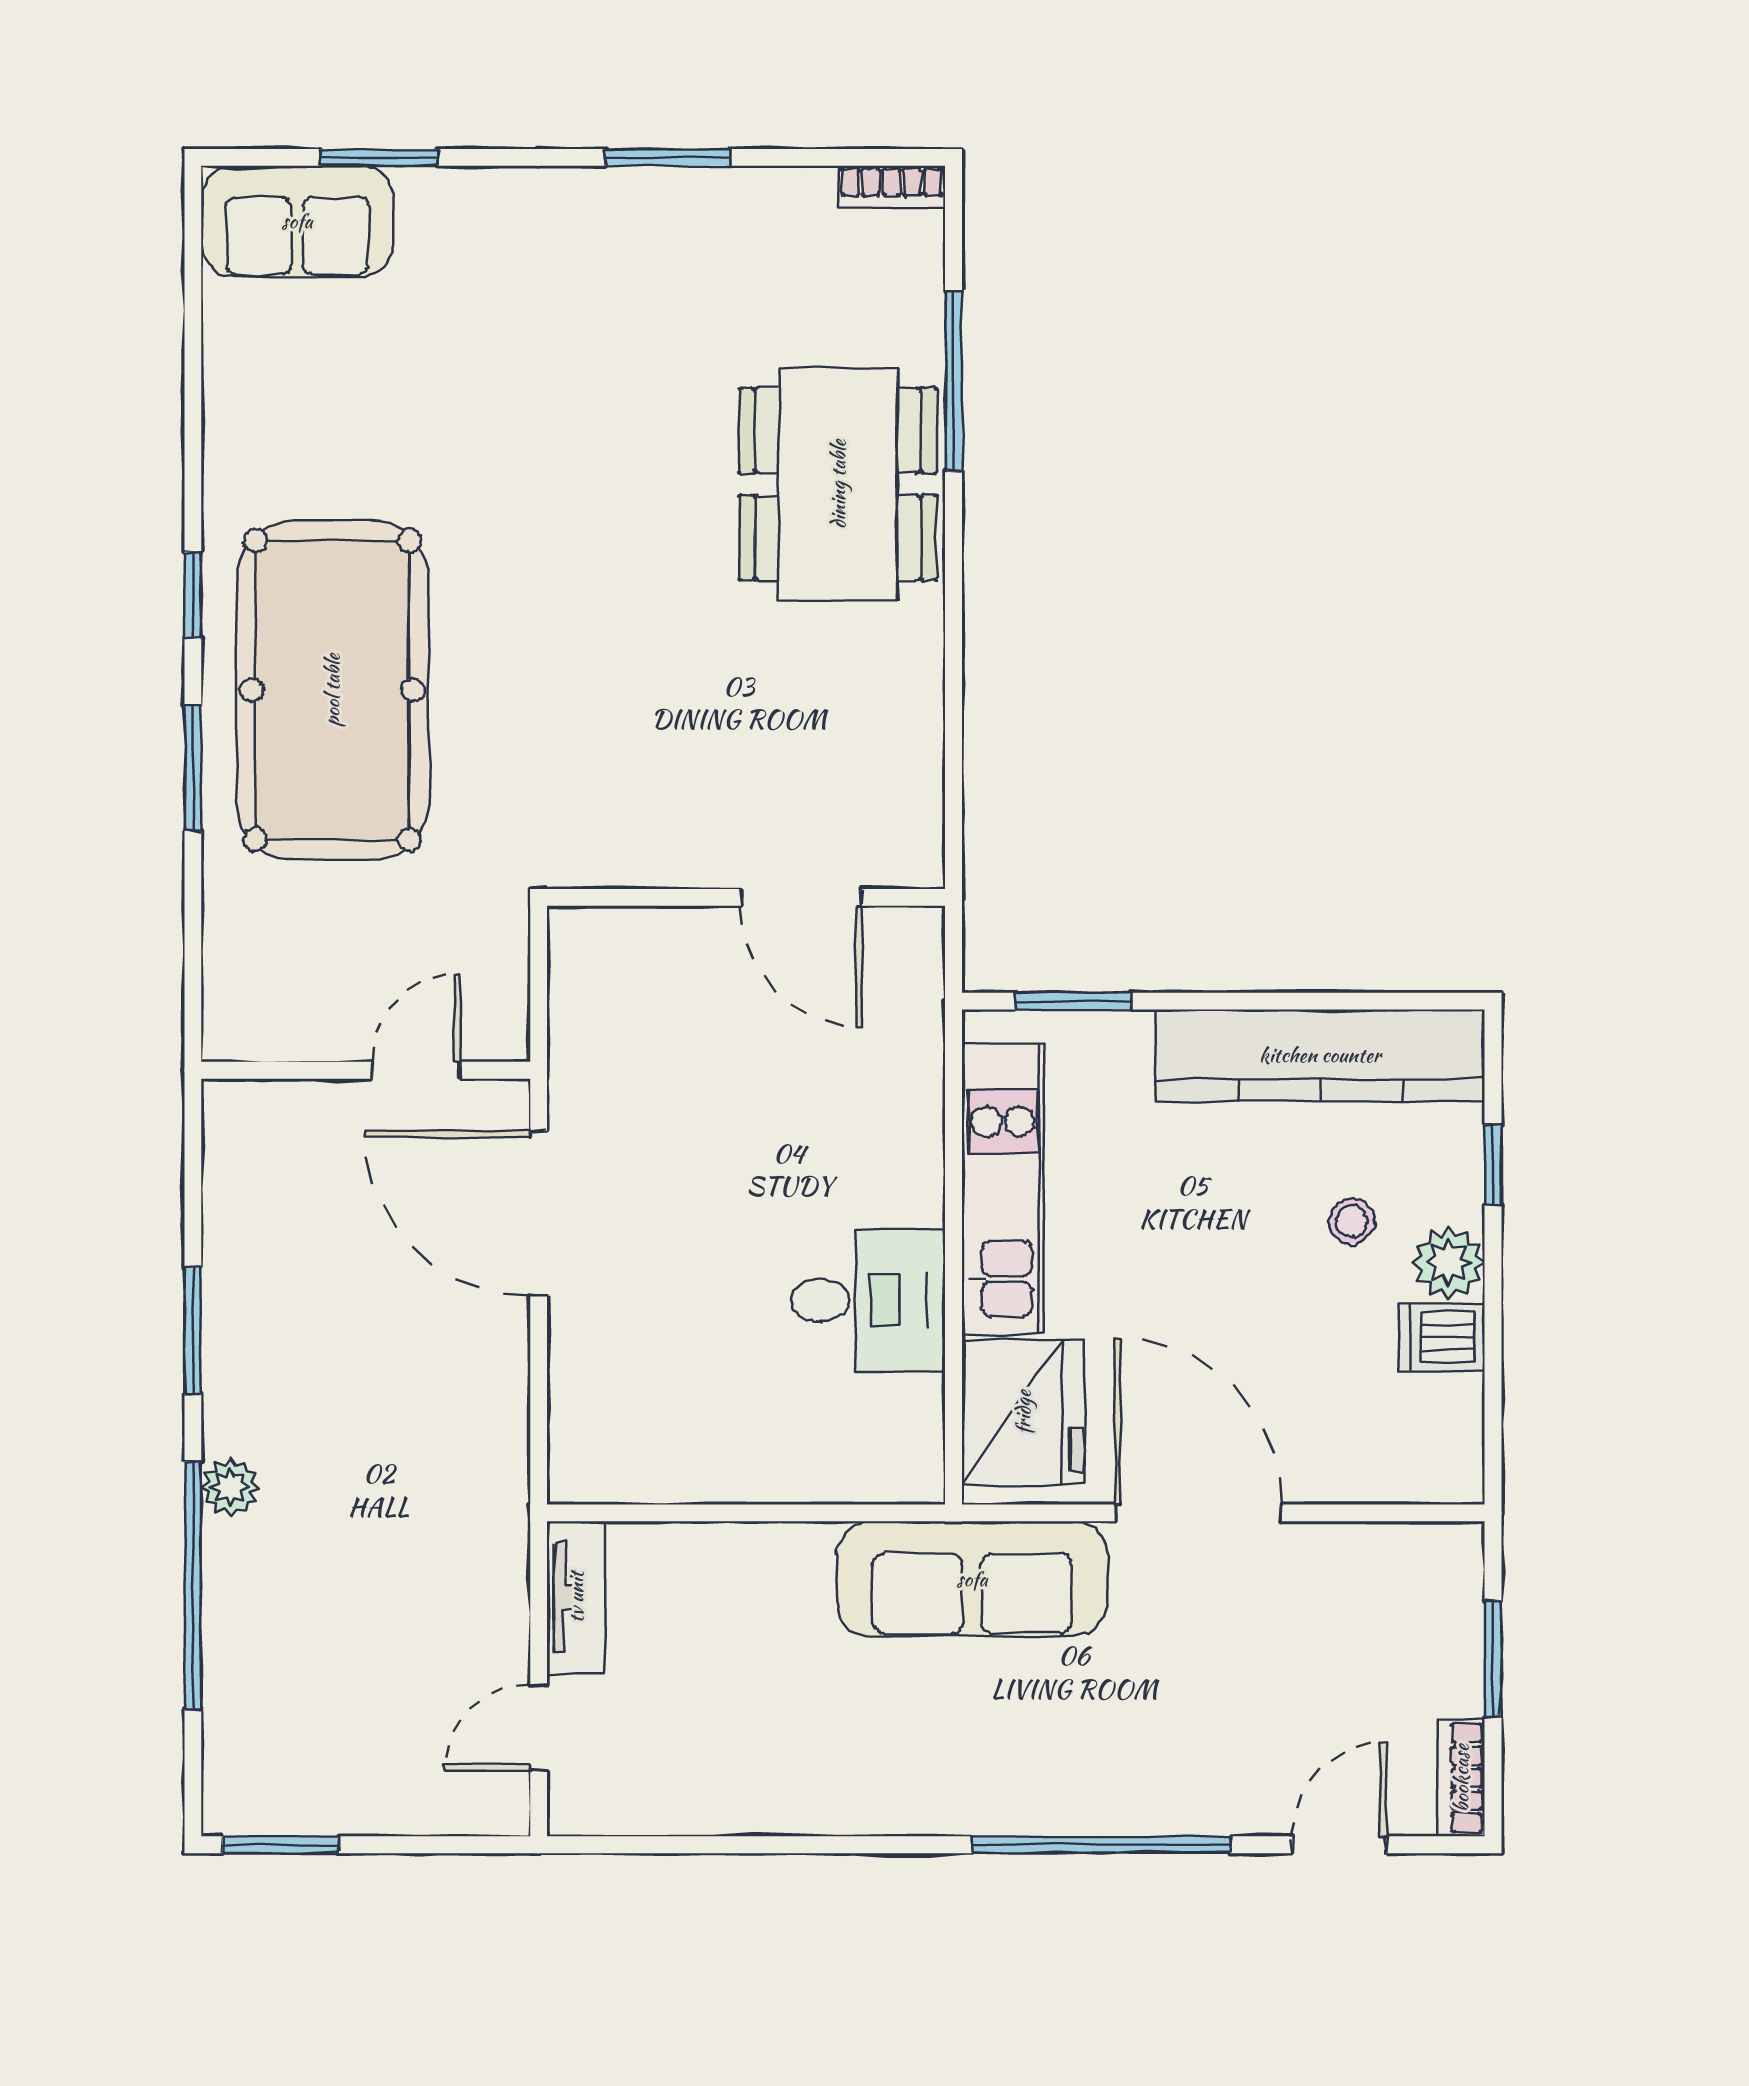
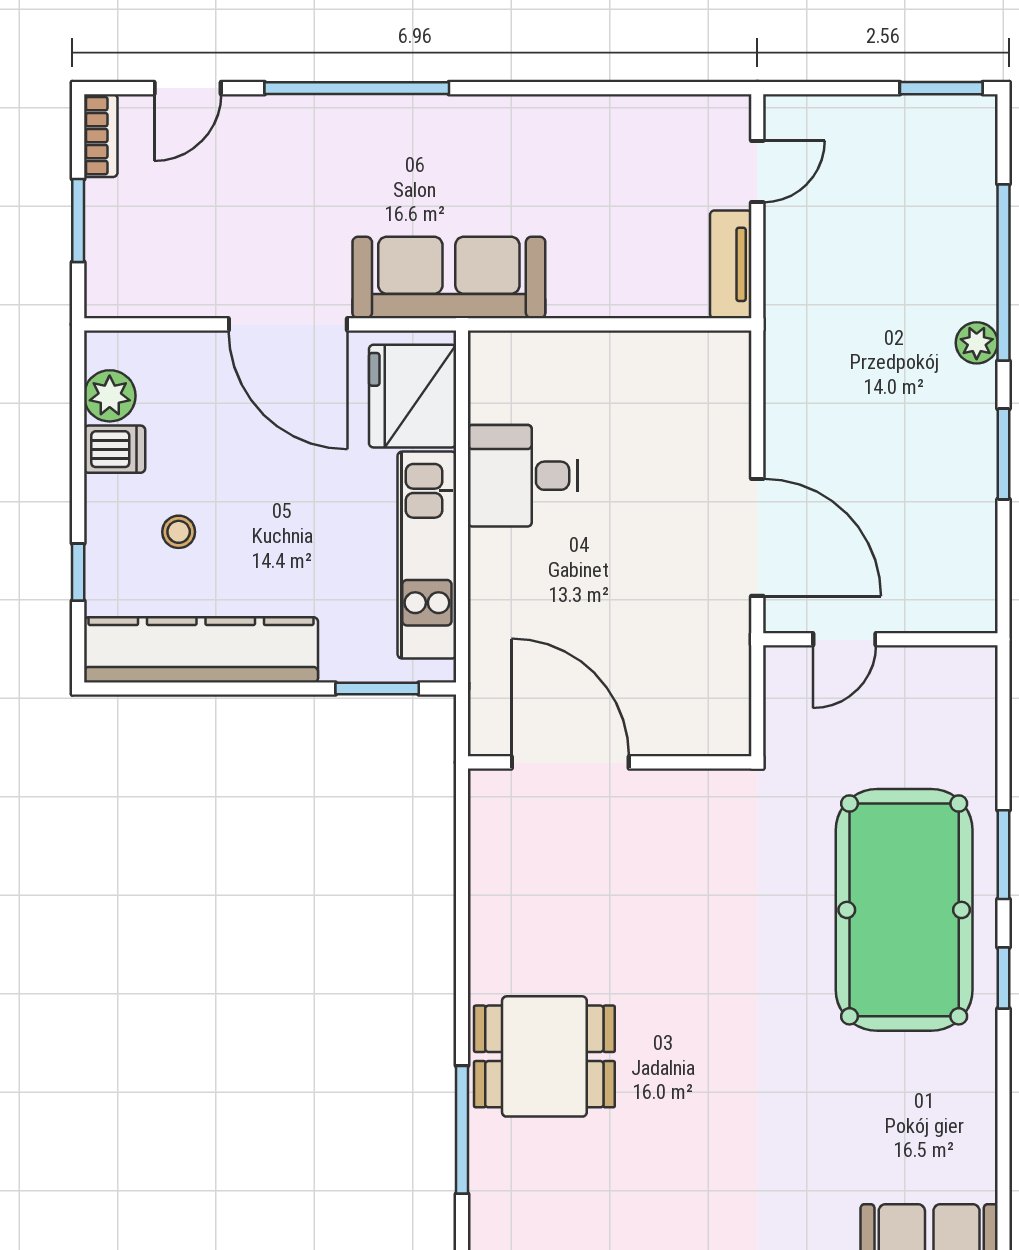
dining table: (838, 484) -> (544, 1056), width x0.73
door: (801, 897) -> (570, 762), width x1.36
plant: (1449, 1263) -> (110, 396), moved

